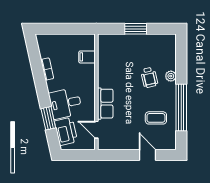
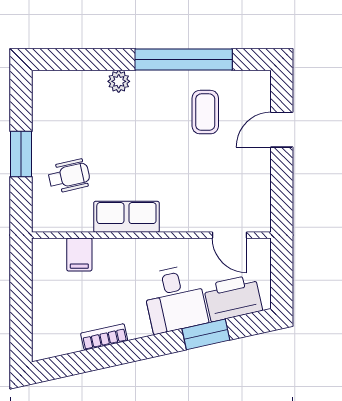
wheelchair: (149, 77) -> (69, 176), moved
row of seats: (105, 104) -> (126, 217), moved
door: (96, 130) -> (229, 235), hinge flipped

